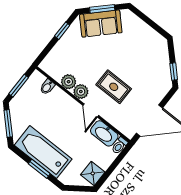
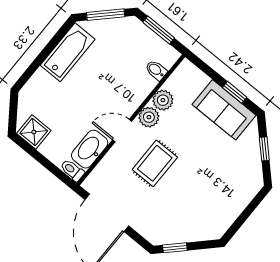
window: (102, 9) -> (264, 149), width x0.67
sofa: (101, 24) -> (224, 110), moved, turned -45
bathtub: (43, 152) -> (68, 52), width x0.73, depth x0.73
window: (39, 169) -> (42, 57), removed

